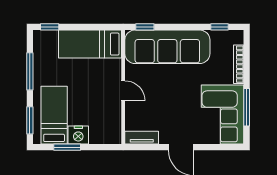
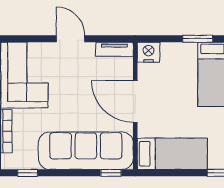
door: (123, 91) -> (135, 102), width x1.88
nightstand: (78, 135) -> (148, 52), moved

